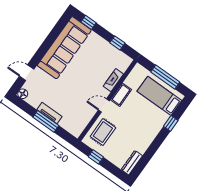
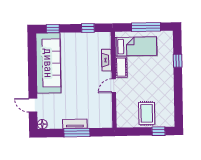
door: (27, 73) -> (33, 105), hinge flipped
bed: (159, 96) -> (136, 46), moved, turned 180
rug: (103, 132) -> (147, 113), moved
window: (96, 157) -> (159, 131), moved
dresser: (132, 163) -> (170, 115), removed

